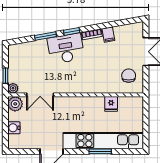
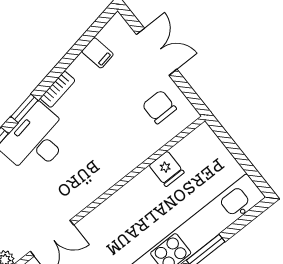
filing cabinet: (108, 35) -> (98, 53), moved

